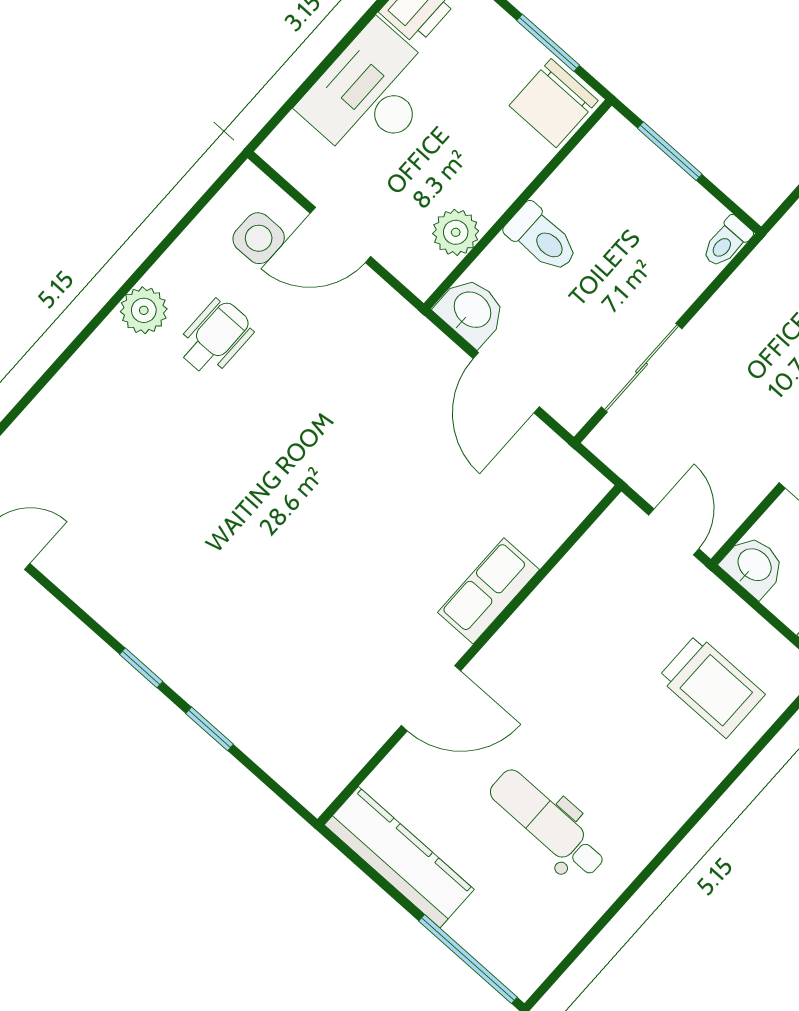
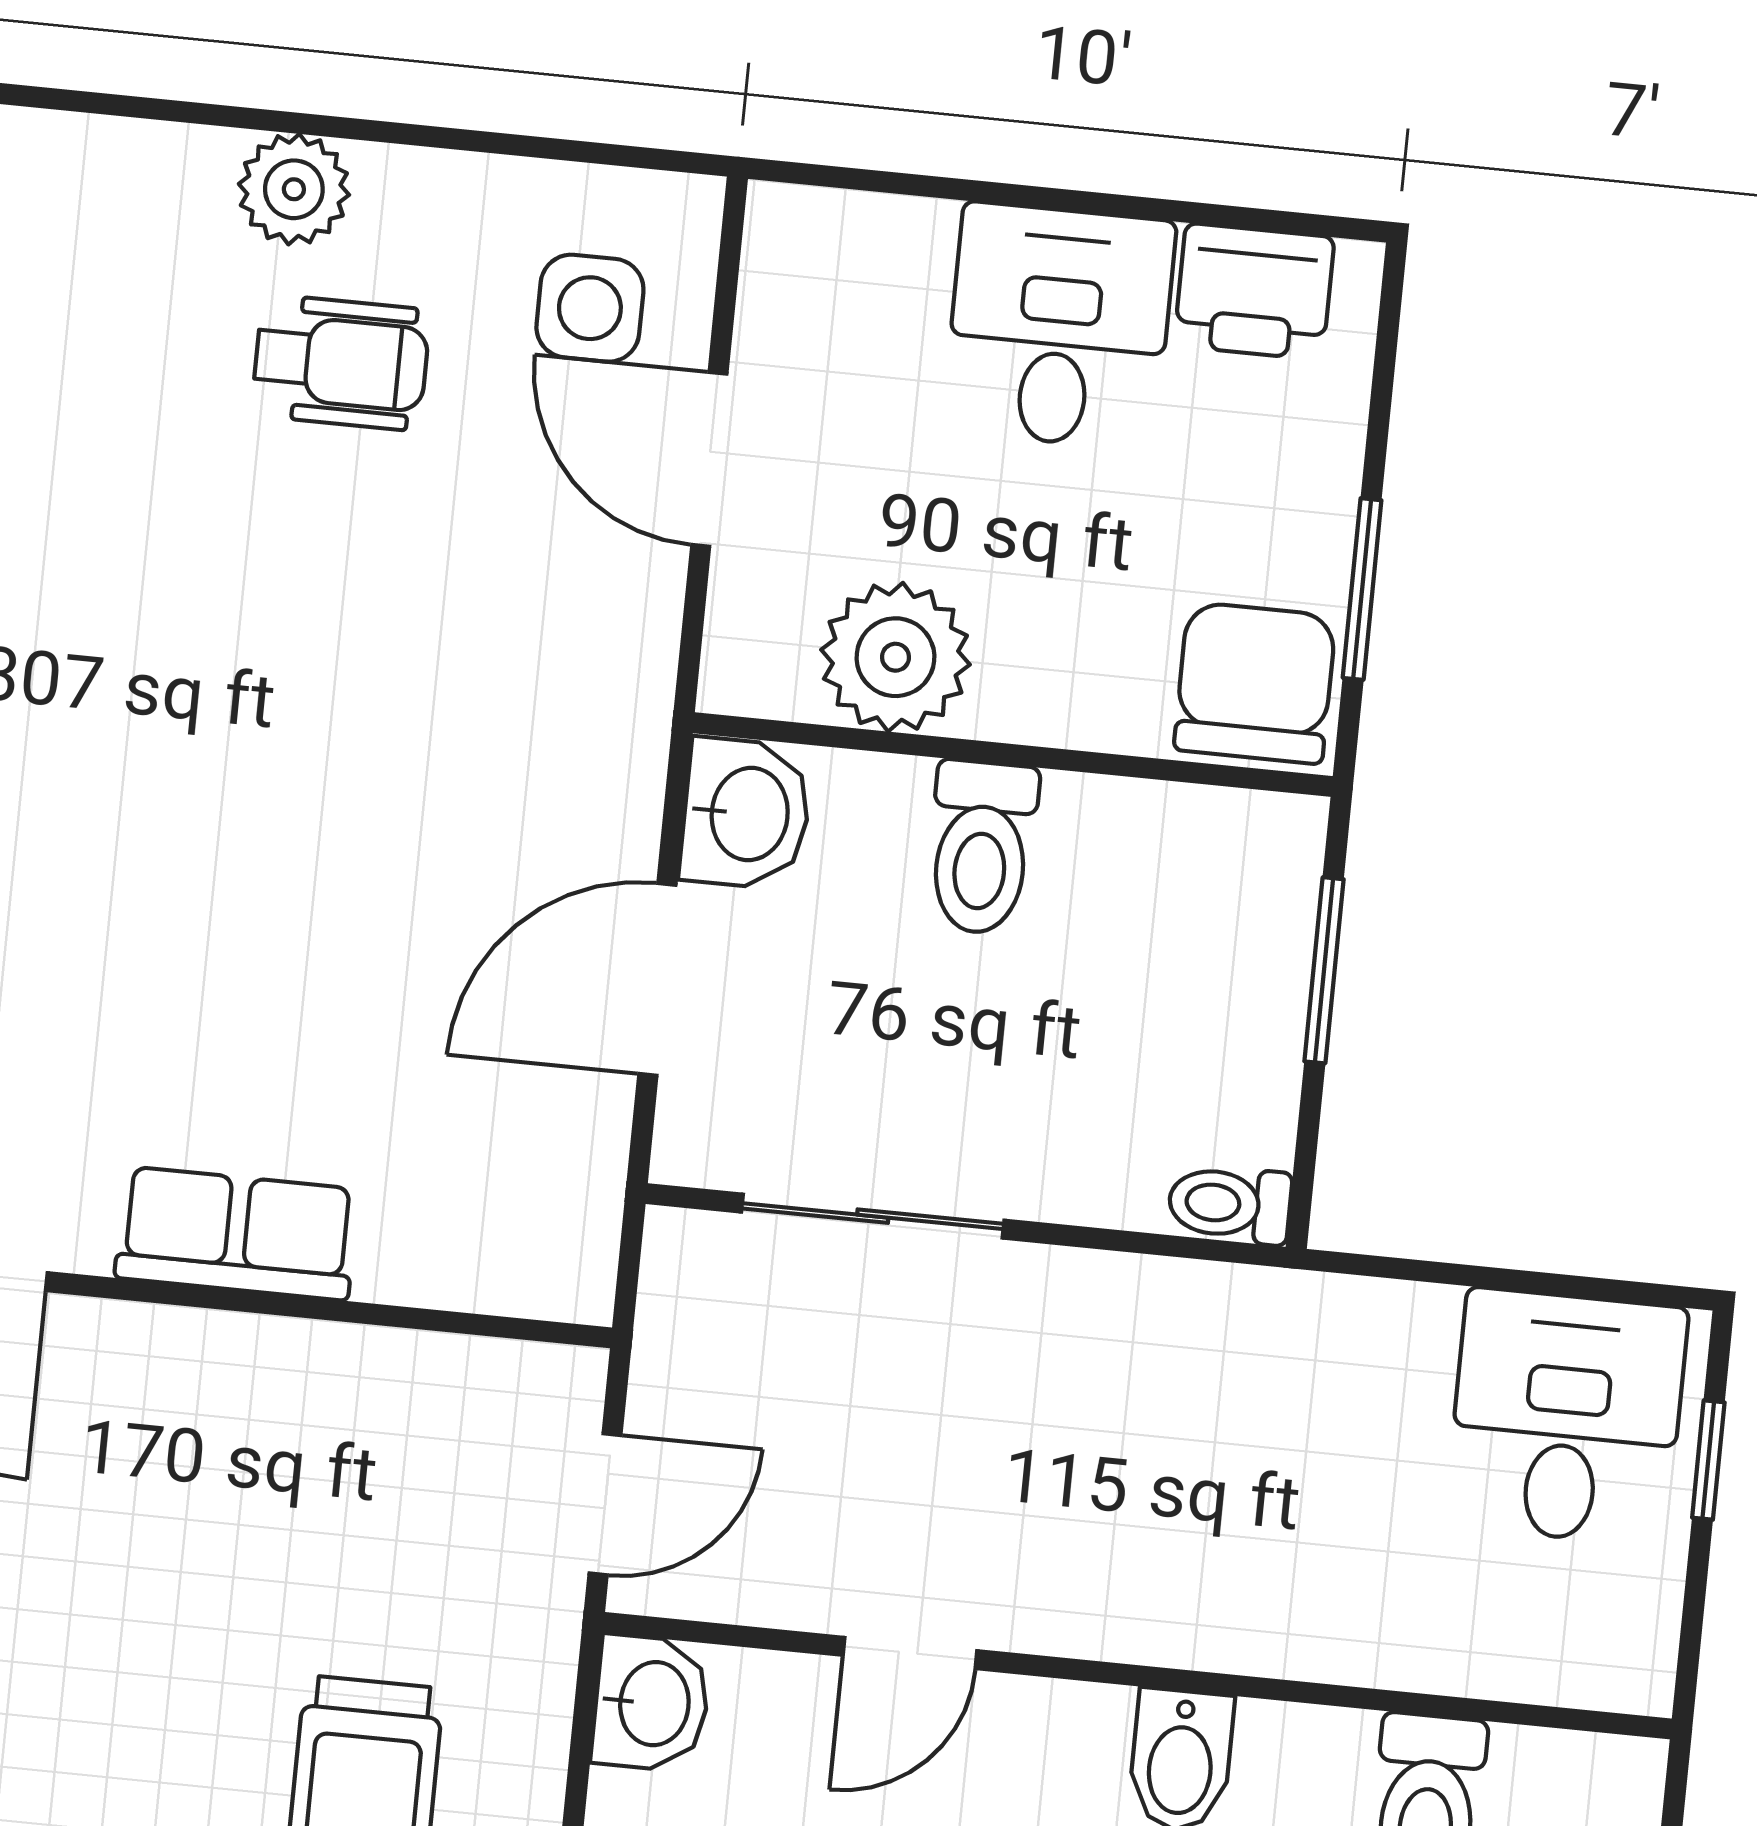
desk: (371, 94) -> (1059, 326), width x0.73
chair: (554, 103) -> (1255, 683), turned 90
plant: (456, 232) -> (895, 657), width x1.36, depth x1.36

